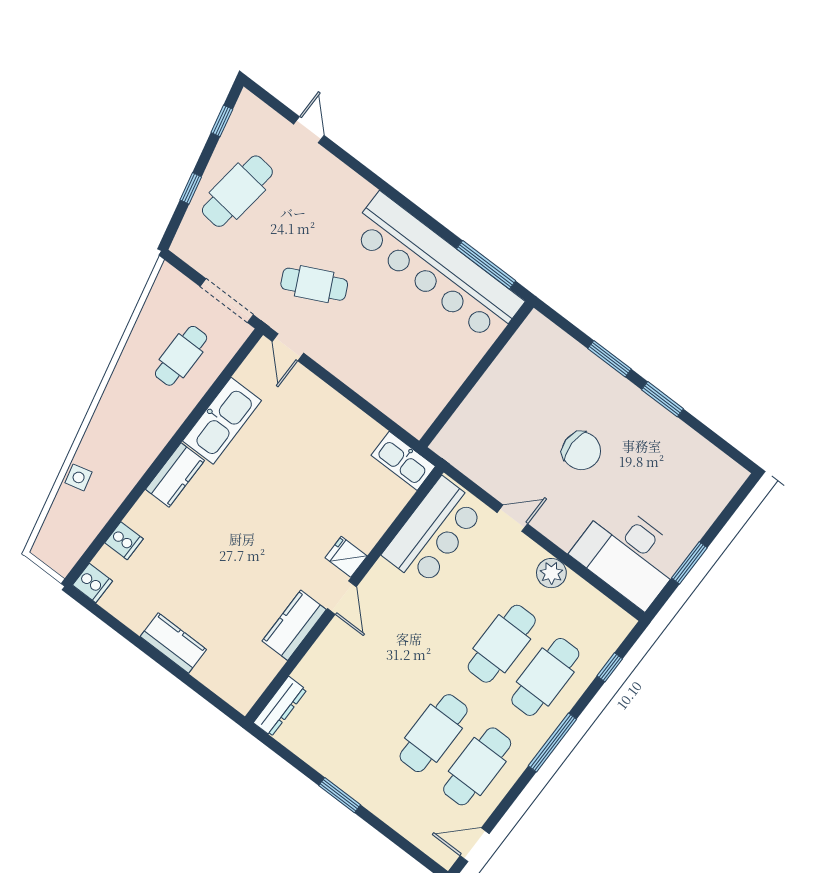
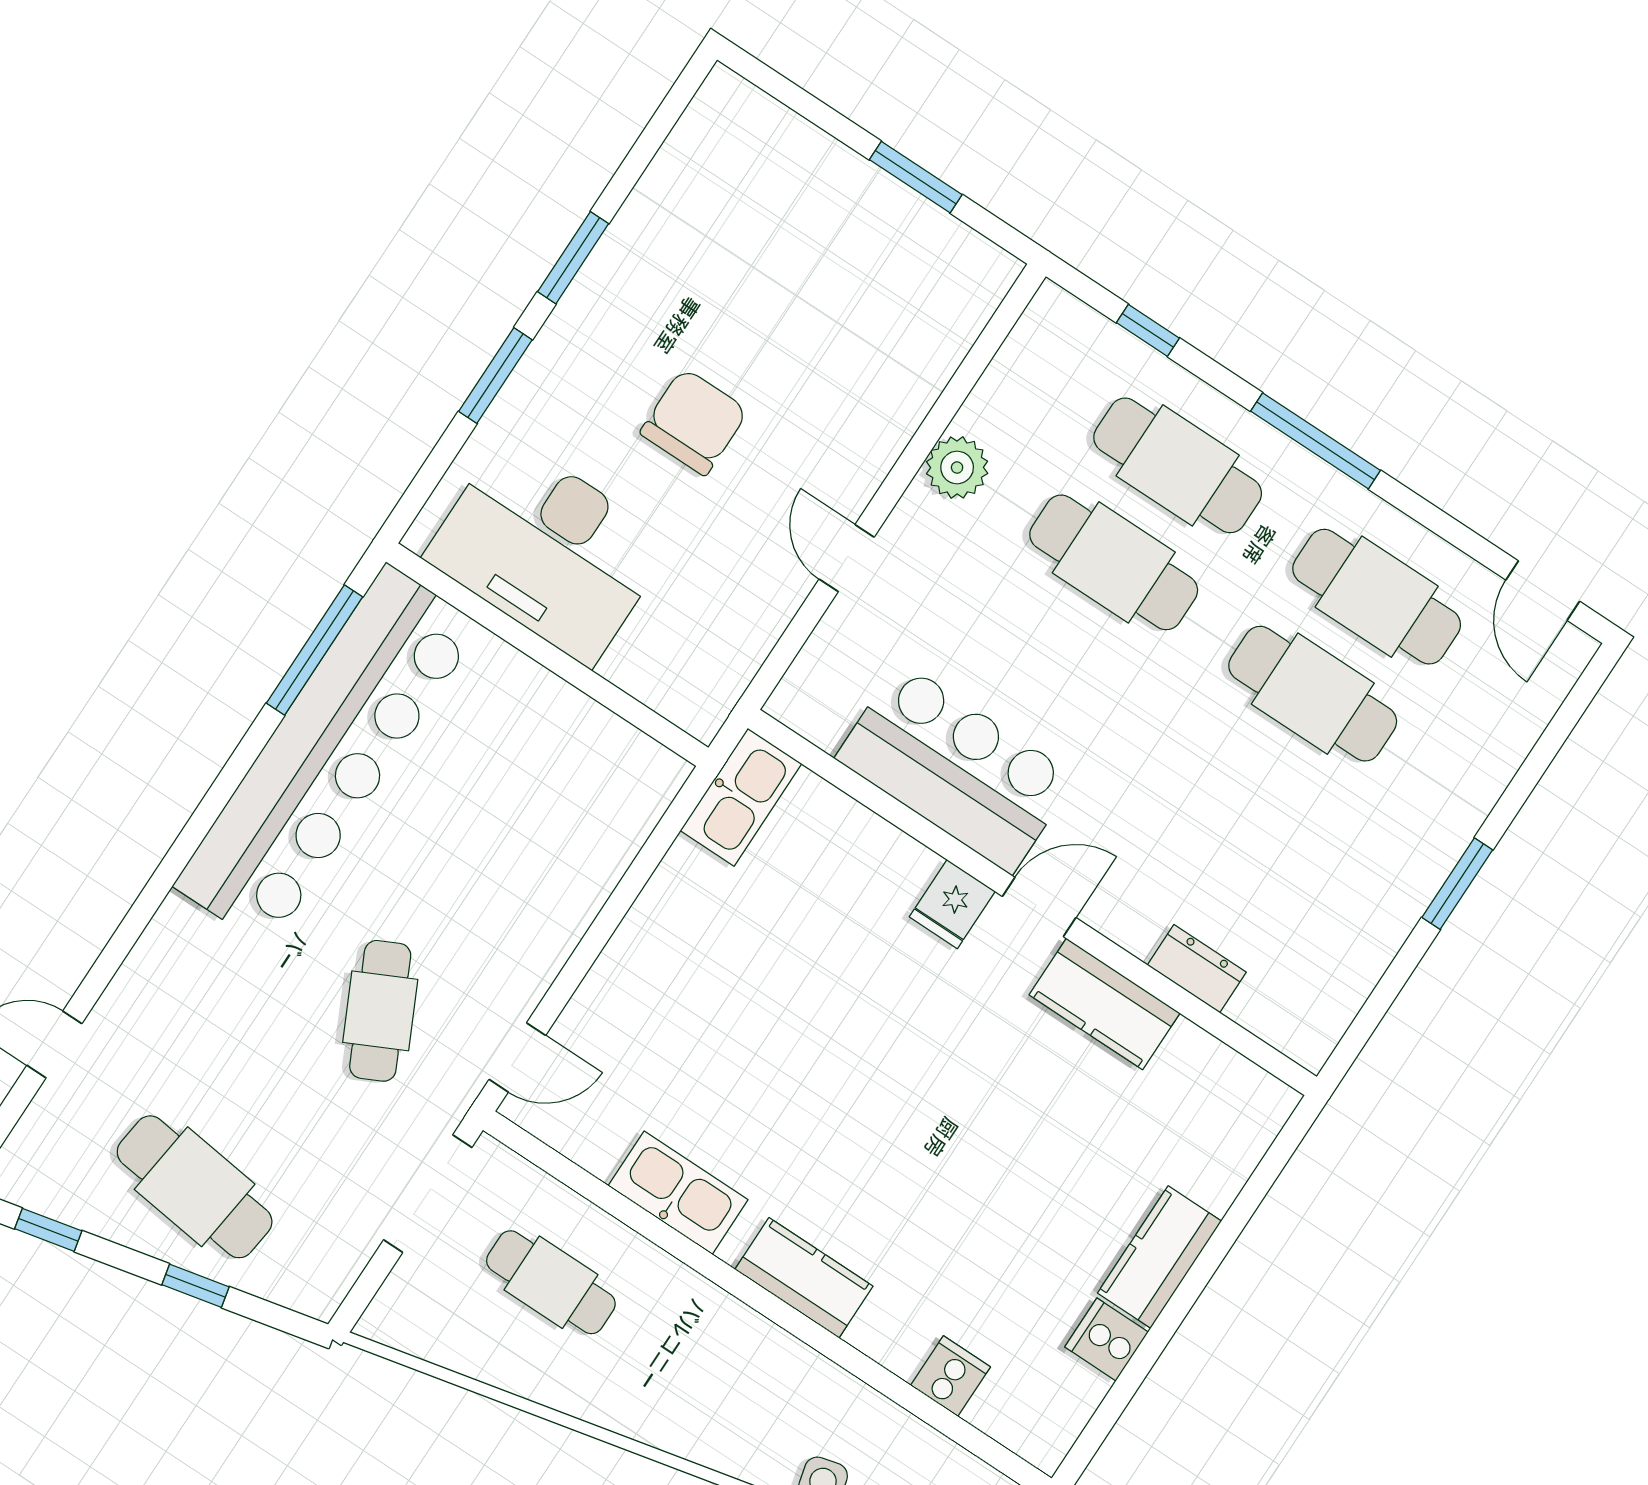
kitchen sink: (222, 421) -> (678, 1193), width x0.73, depth x0.81
bar counter: (434, 532) -> (956, 768), moved
desk: (628, 555) -> (548, 550), moved, turned 90
cooker: (93, 583) -> (1107, 1339), moved, turned -90
dresser: (280, 706) -> (1197, 969), moved, width x0.70

